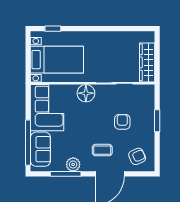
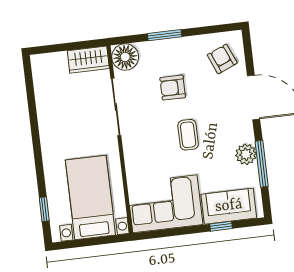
wardrobe: (147, 62) -> (88, 60), width x0.67
floor lamp: (86, 93) -> (125, 57), moved
window: (28, 143) -> (221, 226), width x0.32
coffee table: (102, 150) -> (188, 135), moved

